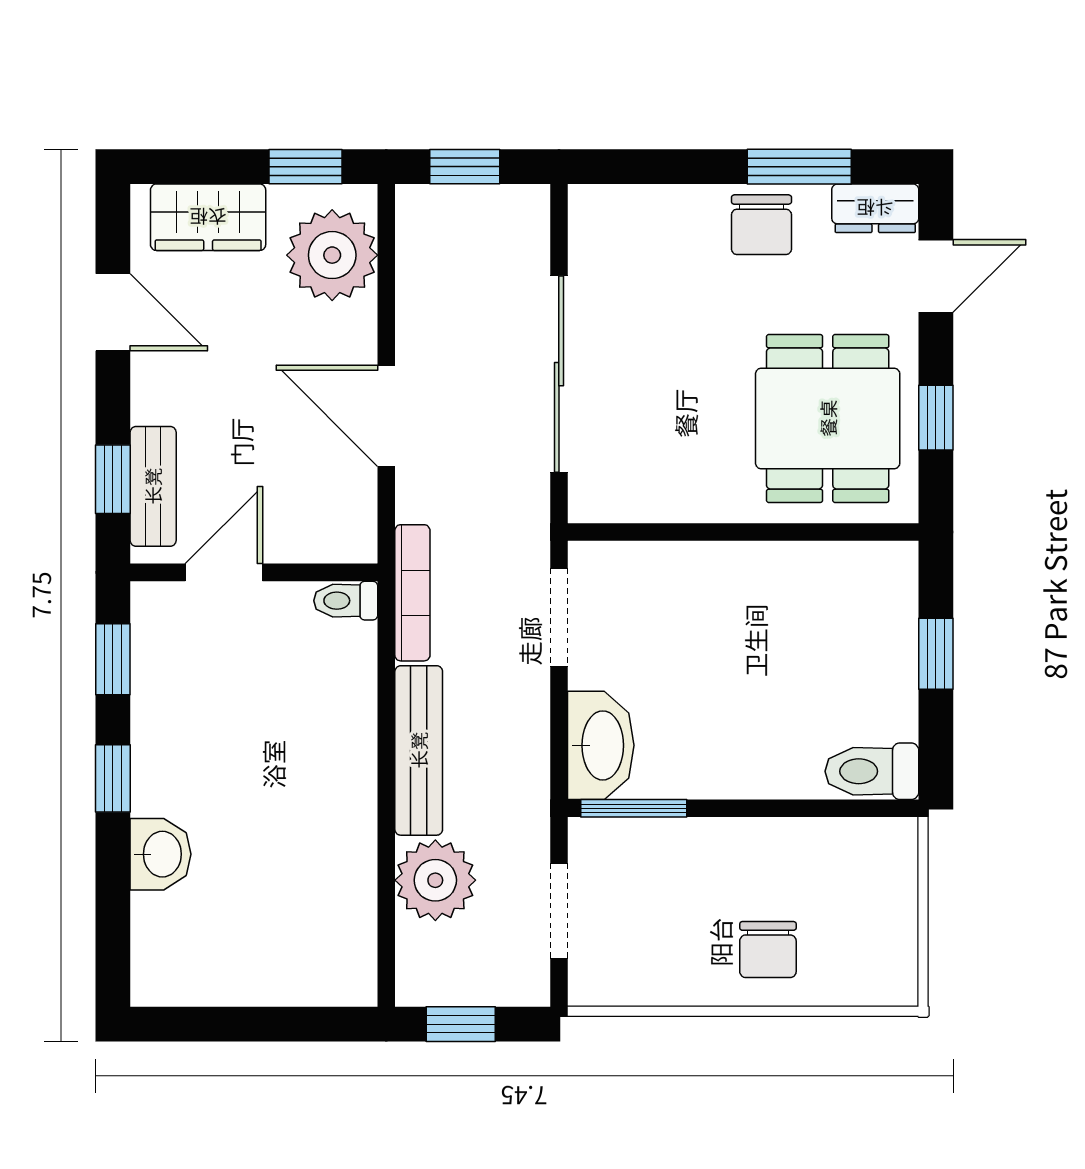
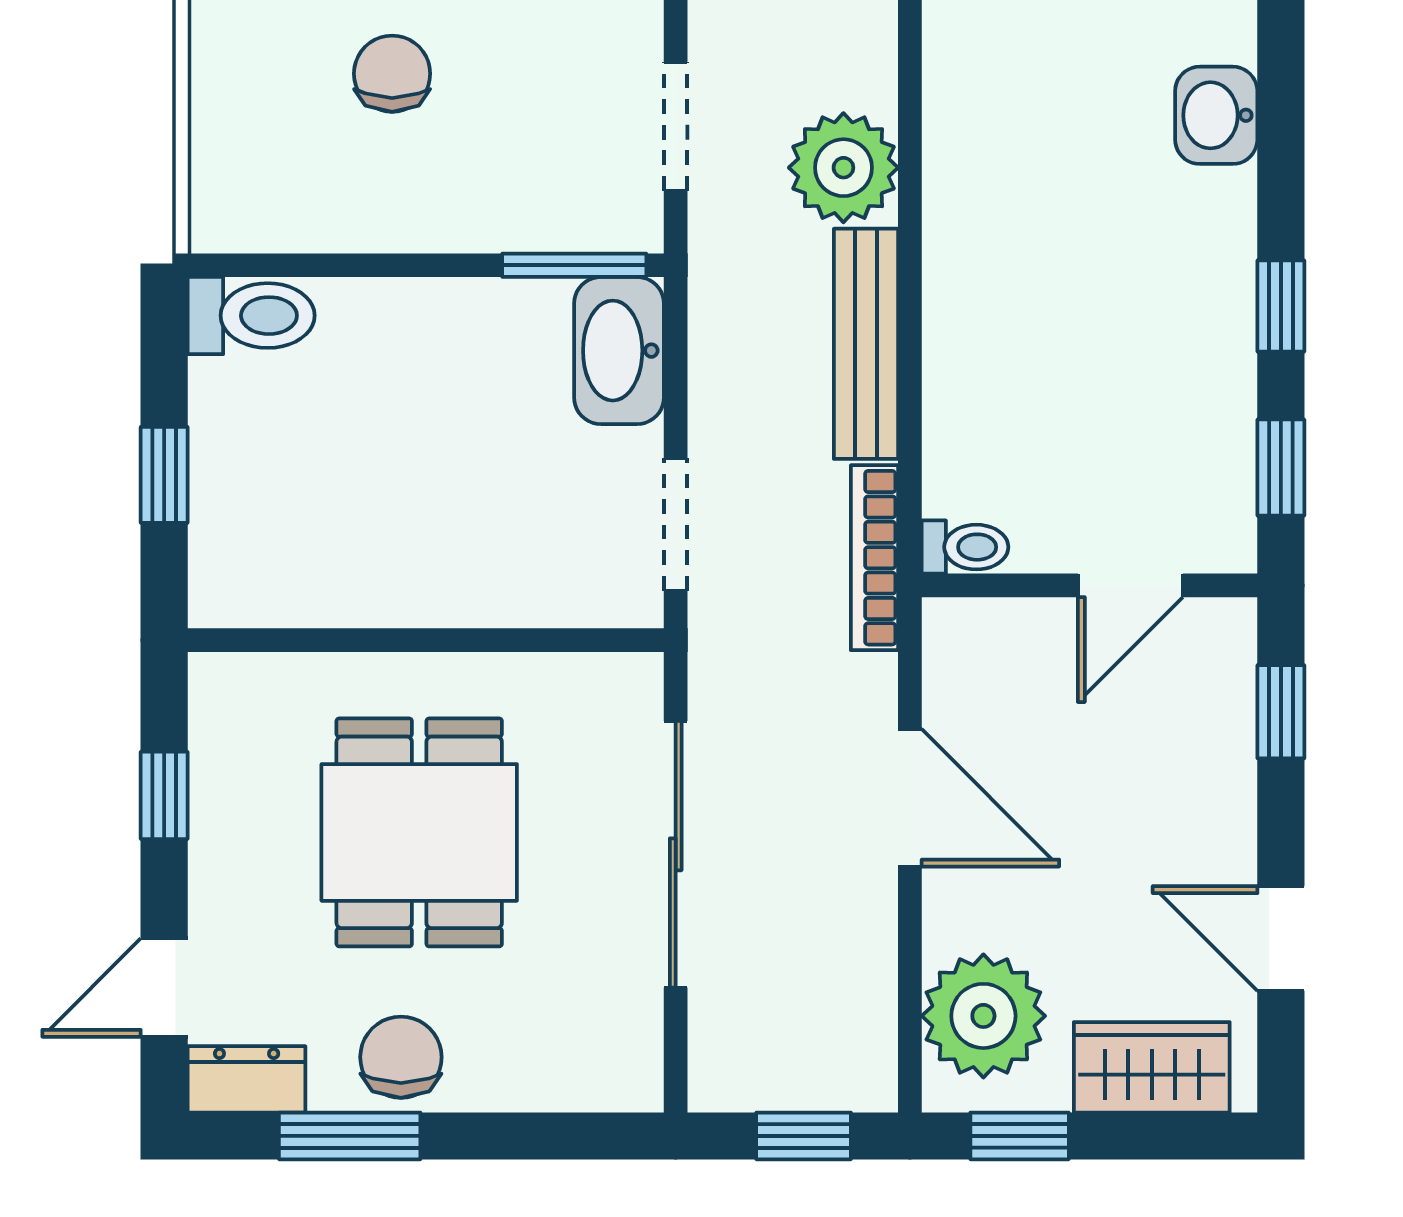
dining table: (828, 418) -> (419, 832), moved
bench: (153, 486) -> (1226, 702), removed
washbasin: (161, 854) -> (1216, 115), moved

